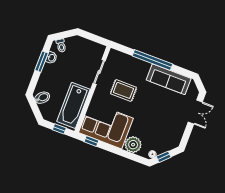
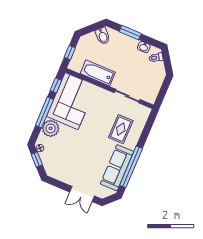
window: (152, 60) -> (131, 167), moved
window: (42, 62) -> (130, 33), moved
rug: (123, 90) -> (121, 129), moved
bathtub: (73, 105) -> (98, 73), width x0.73, depth x0.73
window: (118, 151) -> (44, 112), added

